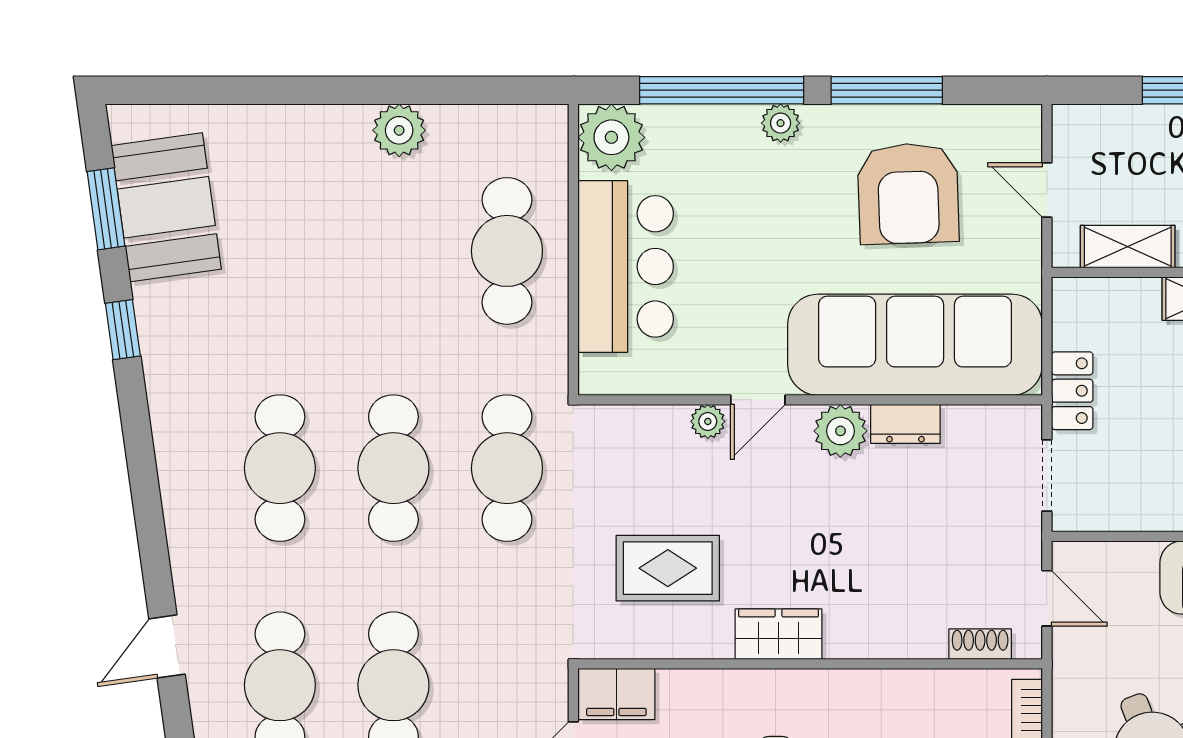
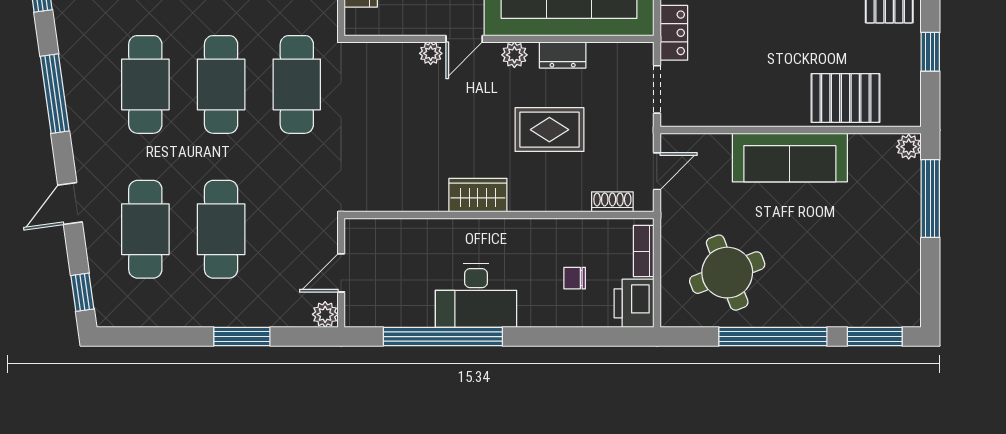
plant: (840, 431) -> (514, 55), width x0.73, depth x0.73
window: (144, 482) -> (55, 94), added
rug: (668, 568) -> (549, 130), moved
door: (1047, 598) -> (657, 171), hinge flipped
filing cabinet: (616, 694) -> (370, 235), removed

